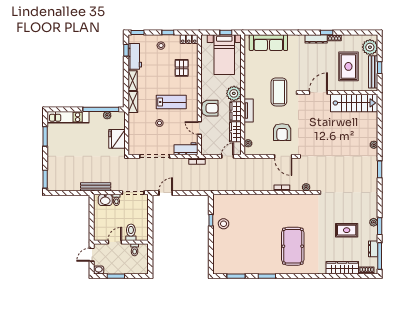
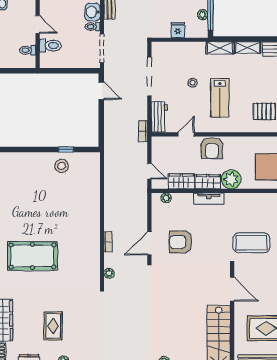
coffee table: (279, 92) -> (251, 243), moved
fridge: (117, 139) -> (178, 30), width x0.53, depth x0.75

